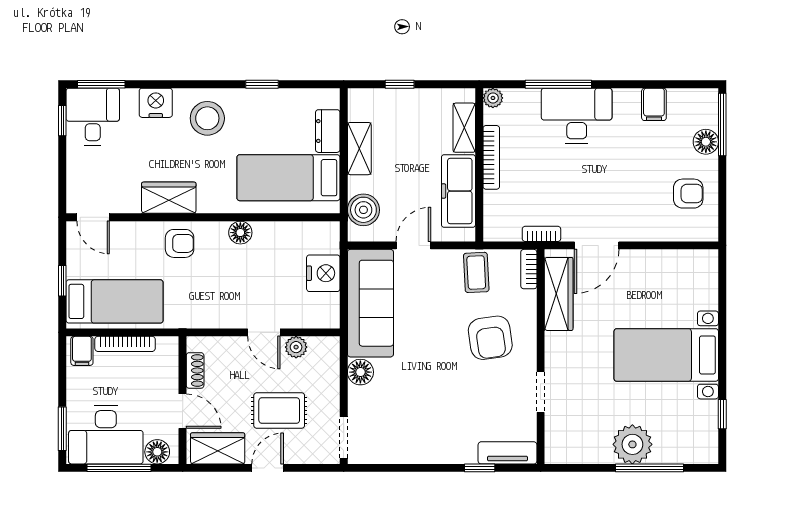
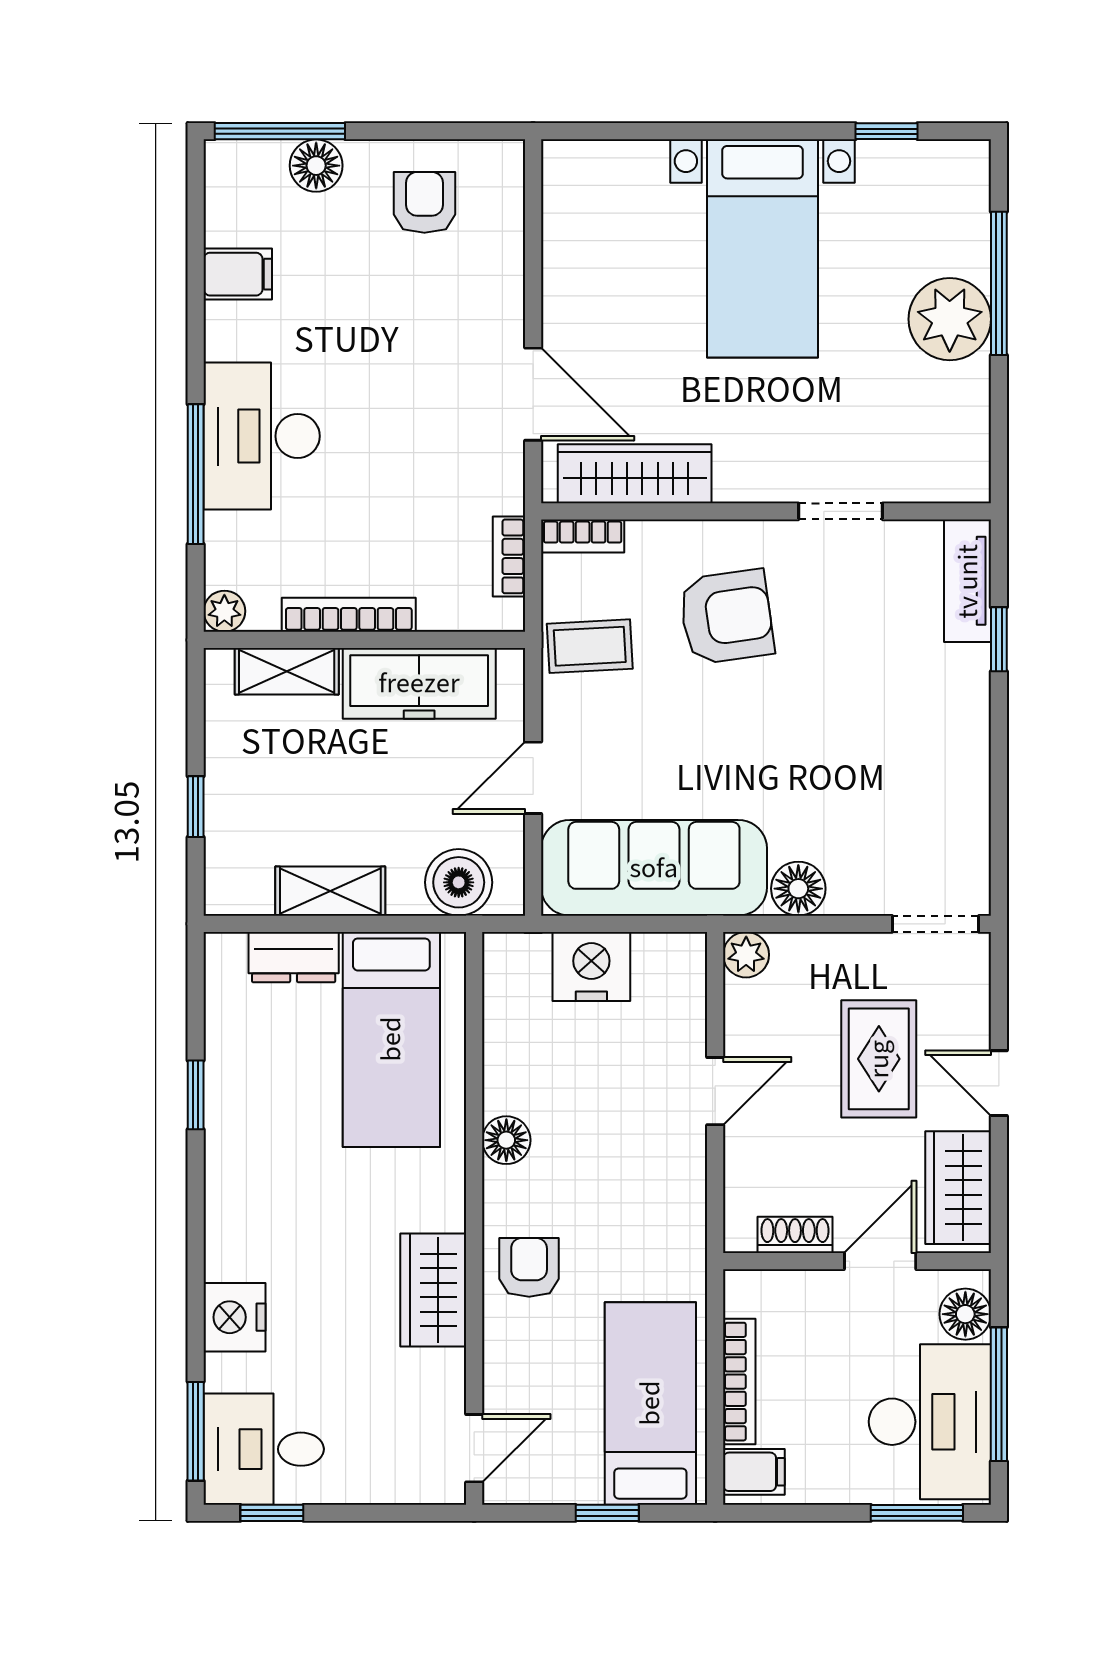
stool: (207, 118) -> (267, 1209), removed
bookcase: (541, 234) -> (509, 556), moved
door: (413, 245) -> (533, 778), hinge flipped
plant: (296, 347) -> (746, 955), moved

